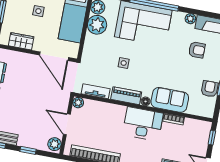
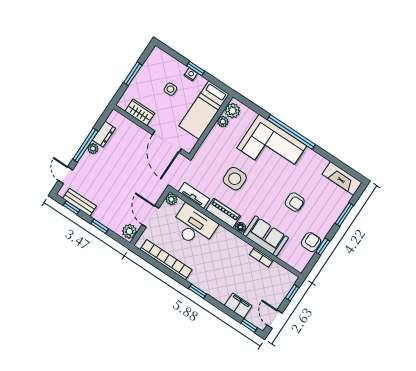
plant: (190, 19) -> (322, 162), removed
plant: (97, 25) -> (223, 122), width x0.53, depth x0.53
armchair: (197, 50) -> (295, 202), moved
side table: (124, 63) -> (235, 179), width x1.87, depth x1.87
desk: (143, 124) -> (194, 226), moved

